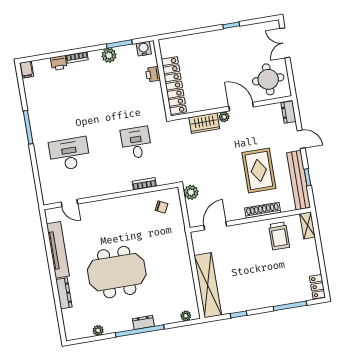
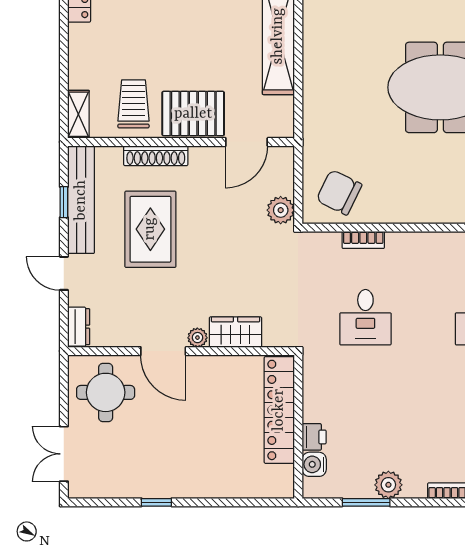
double door: (285, 43) -> (64, 454), swing flipped
water cooler: (144, 49) -> (314, 464), moved, turned 90
chair: (161, 207) -> (339, 192), width x1.87, depth x1.87
pallet: (246, 236) -> (193, 114), added

